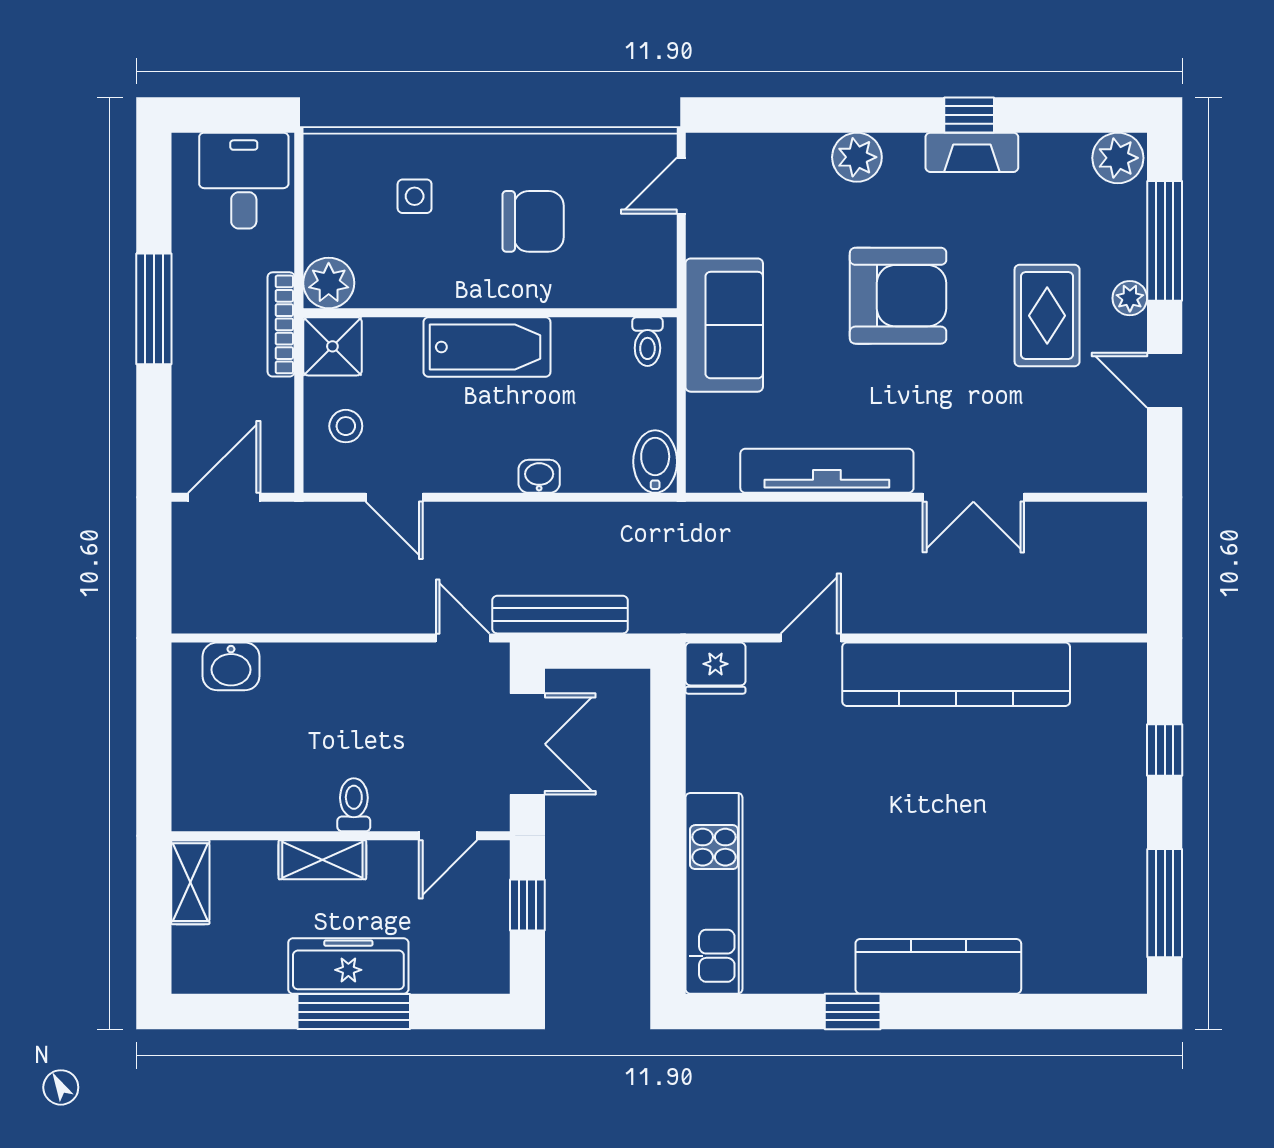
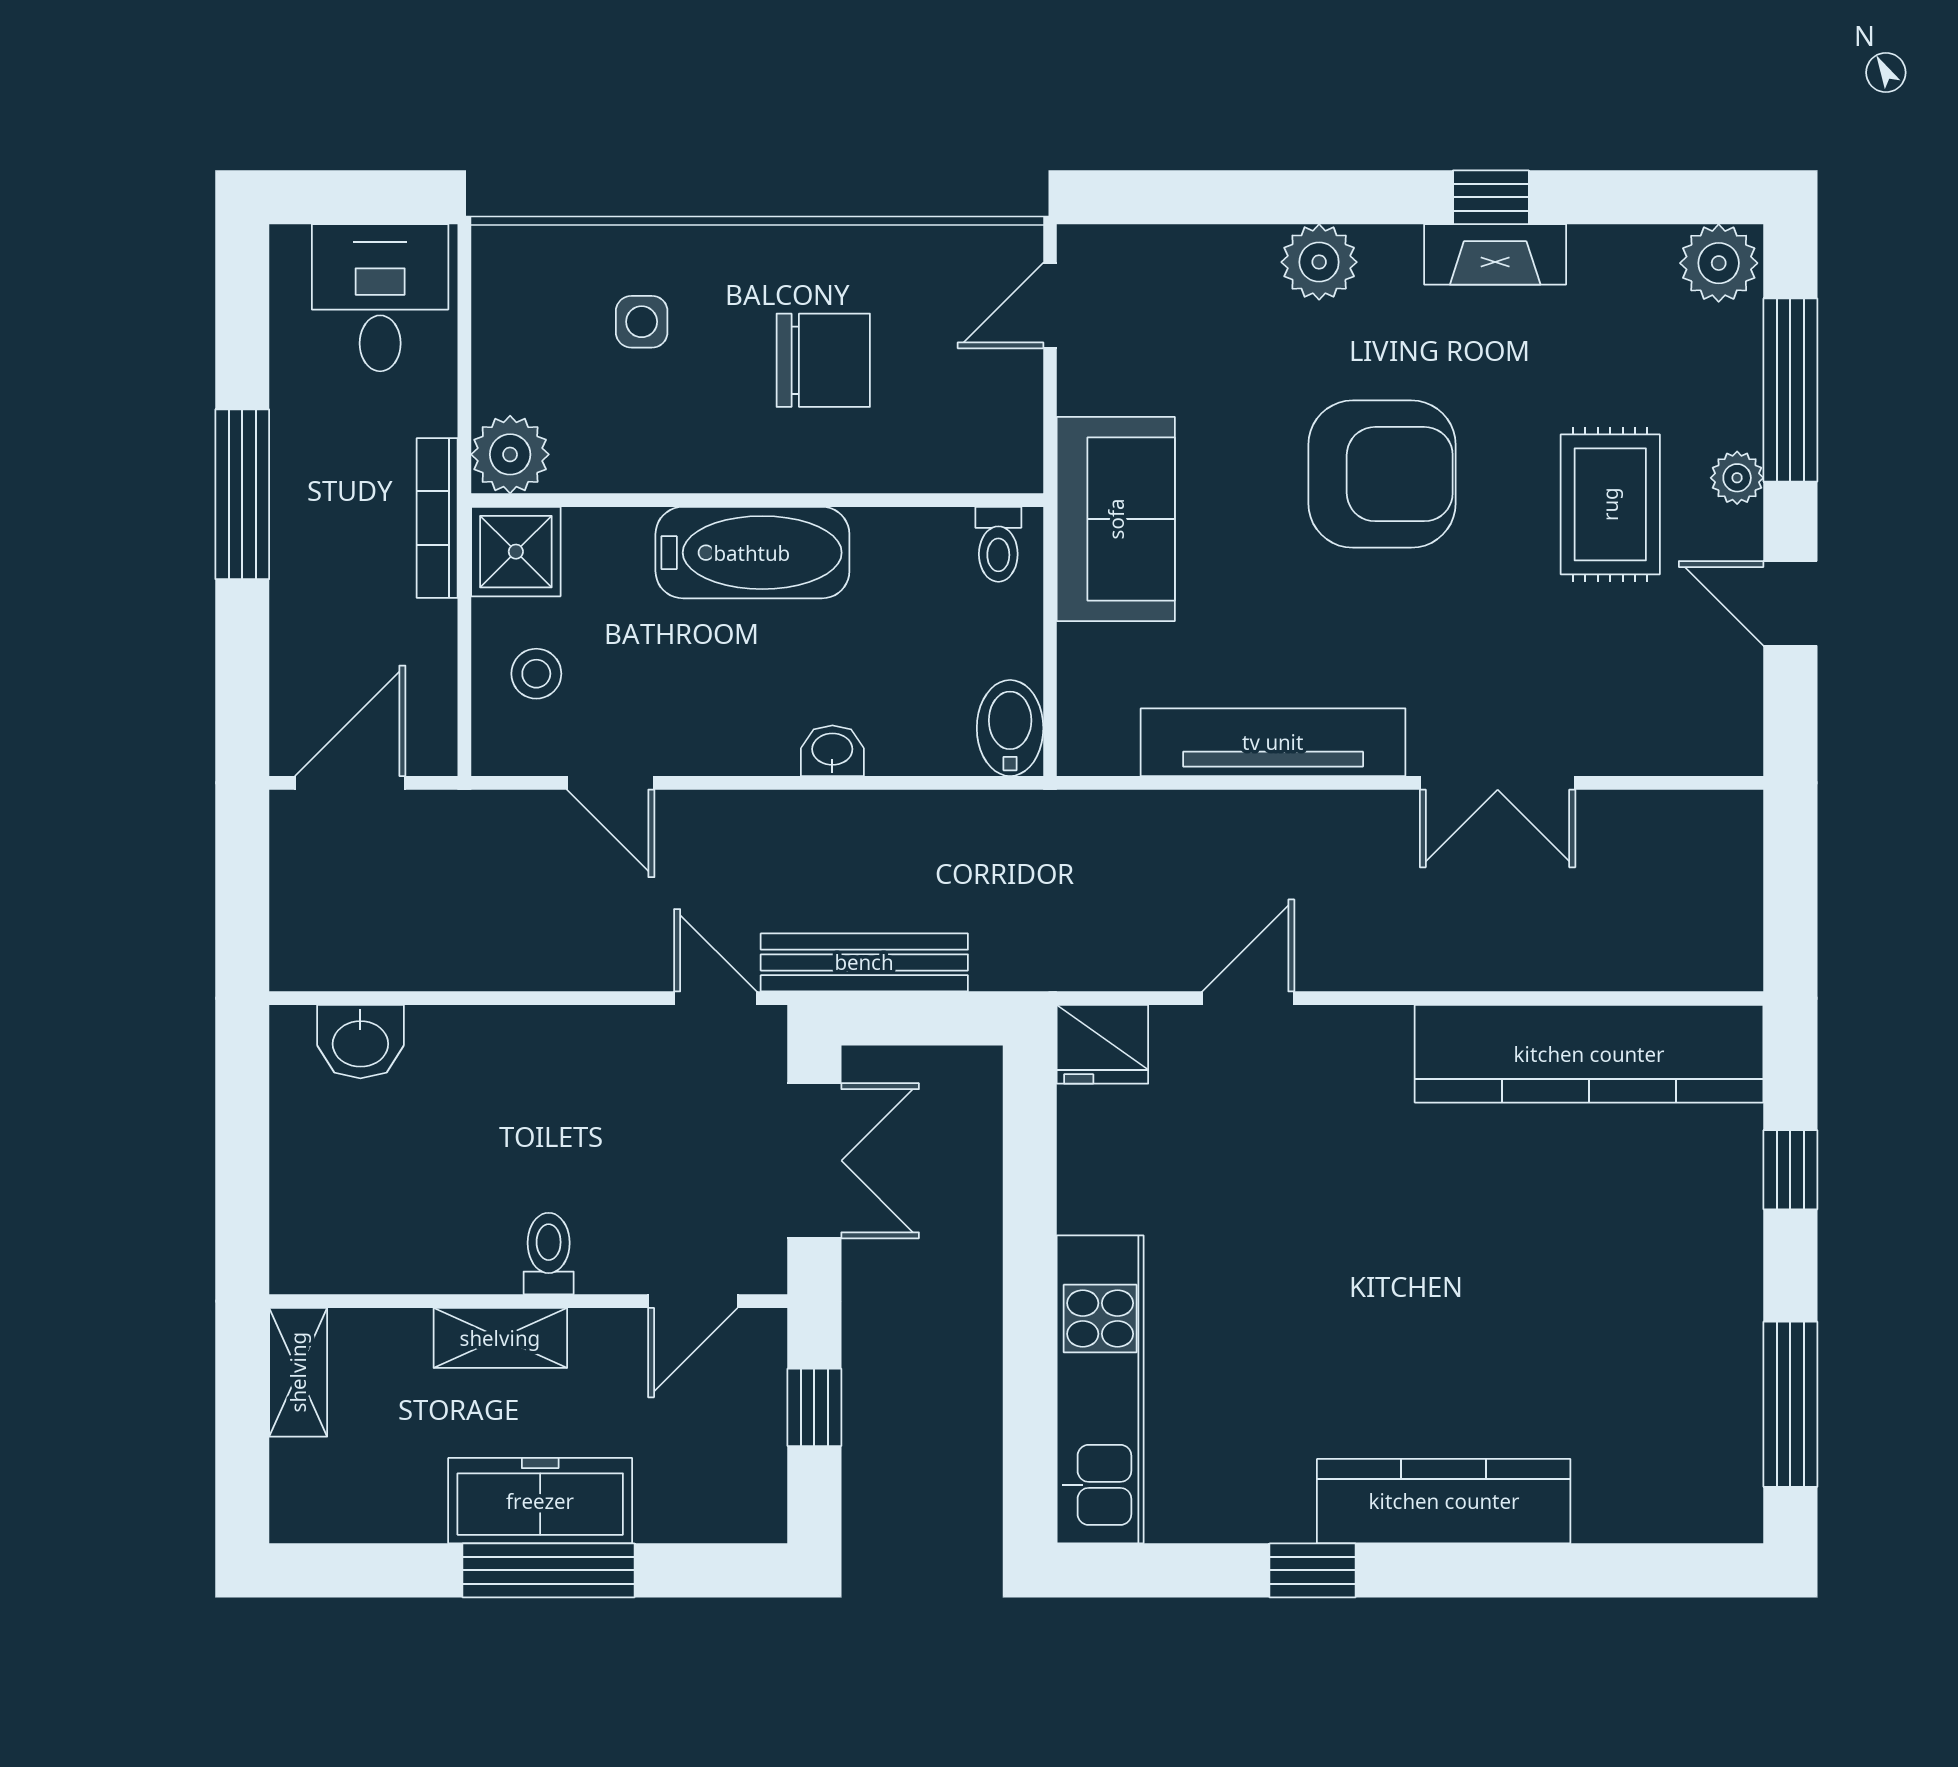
kitchen counter: (956, 674) -> (1589, 1054), moved

